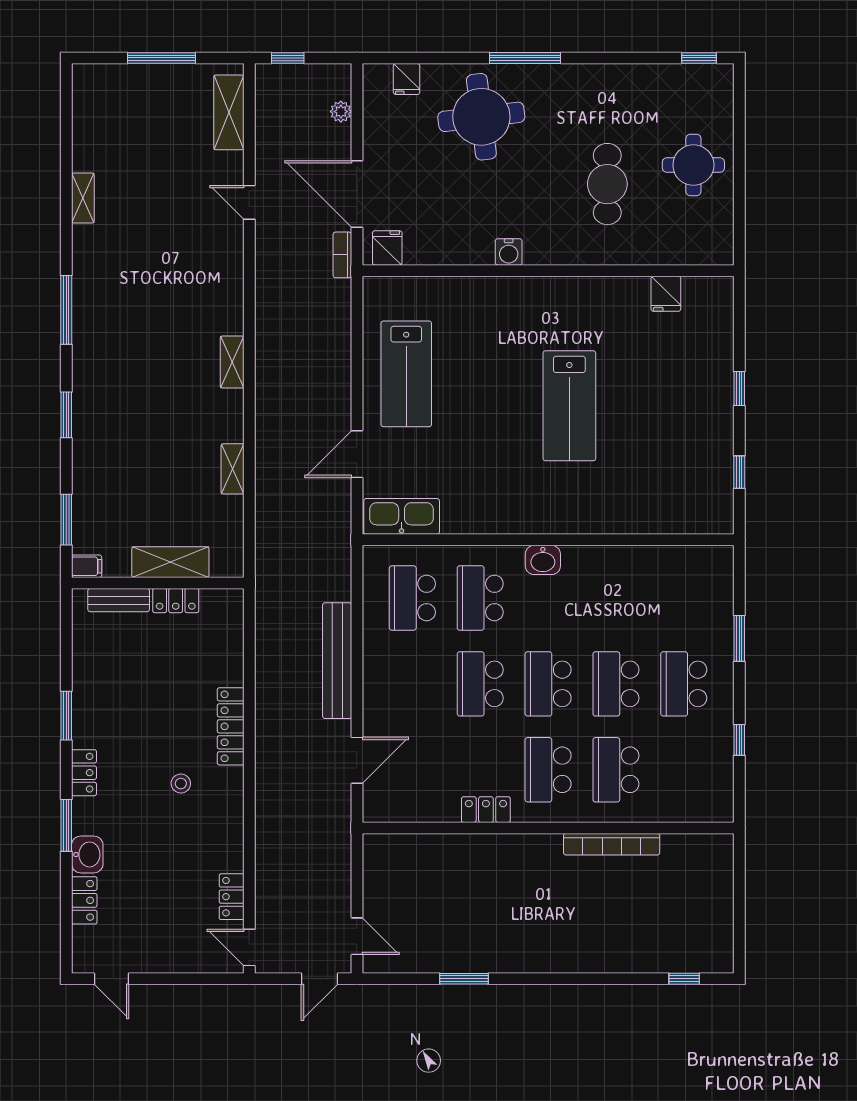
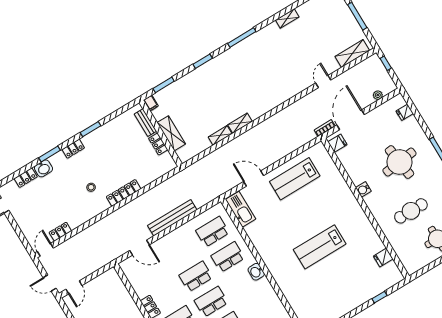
round table: (481, 117) -> (399, 162), moved
shelving: (232, 362) -> (240, 123), moved
window: (739, 388) -> (379, 297), moved

